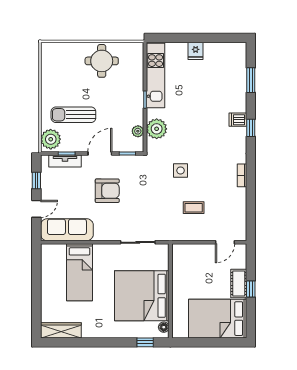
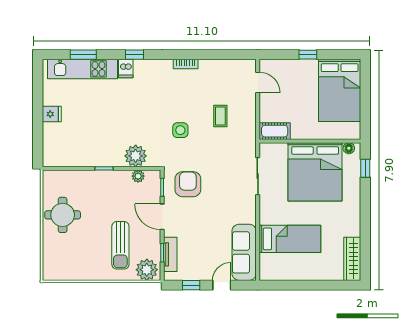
kitchen unit: (156, 75) -> (82, 69), moved, turned 180
armchair: (107, 191) -> (188, 184), moved
door: (36, 209) -> (222, 285), hinge flipped
cot: (239, 283) -> (275, 131), moved

